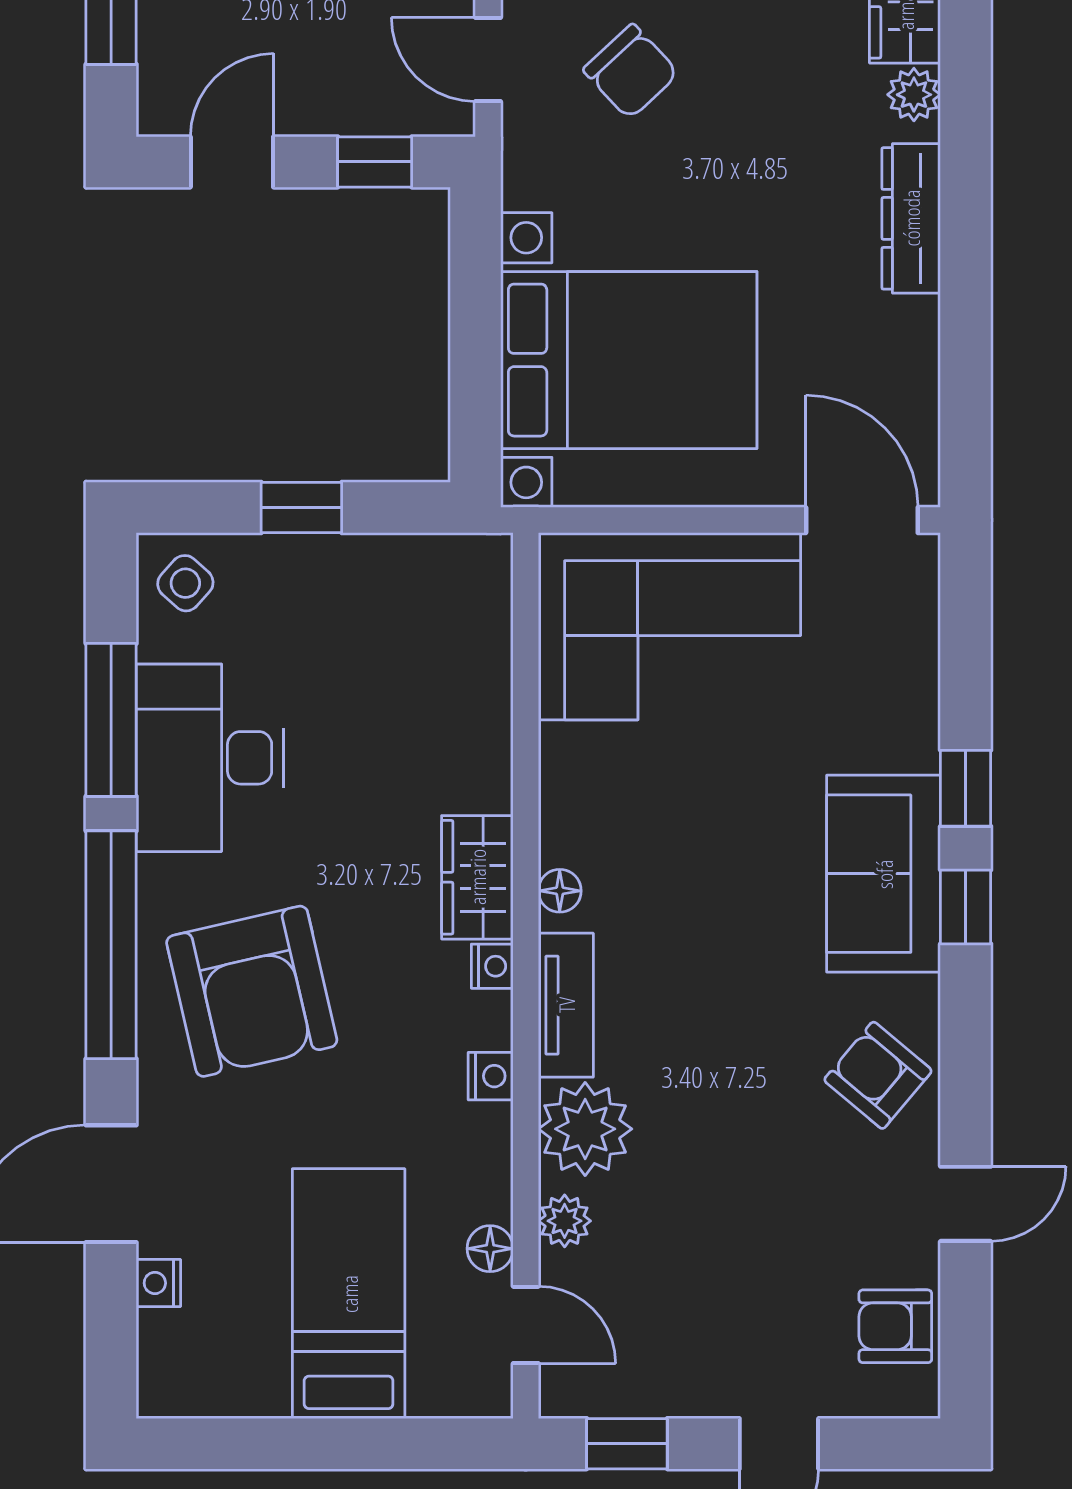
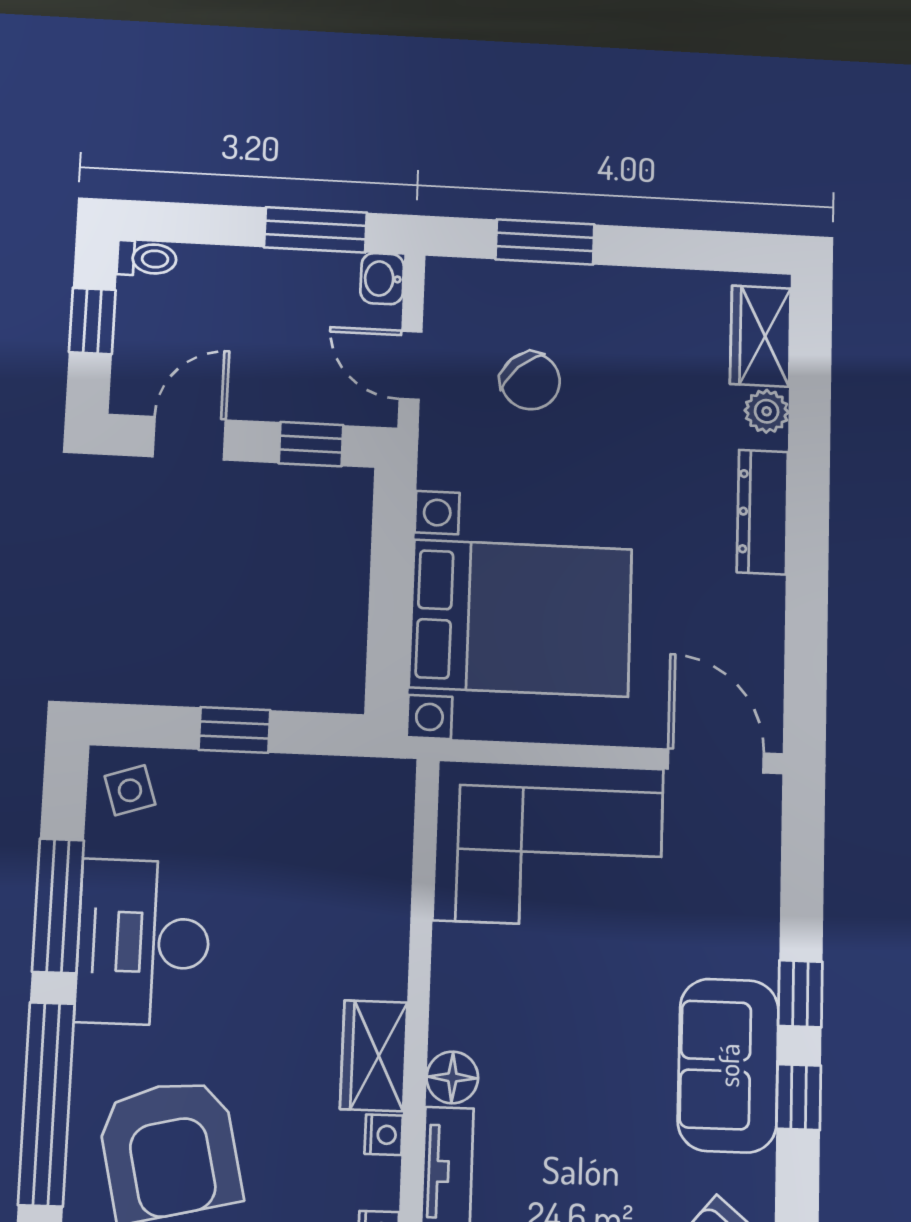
side table: (185, 583) -> (130, 790), turned 30
floor lamp: (560, 891) -> (452, 1077), width x1.37, depth x1.37

